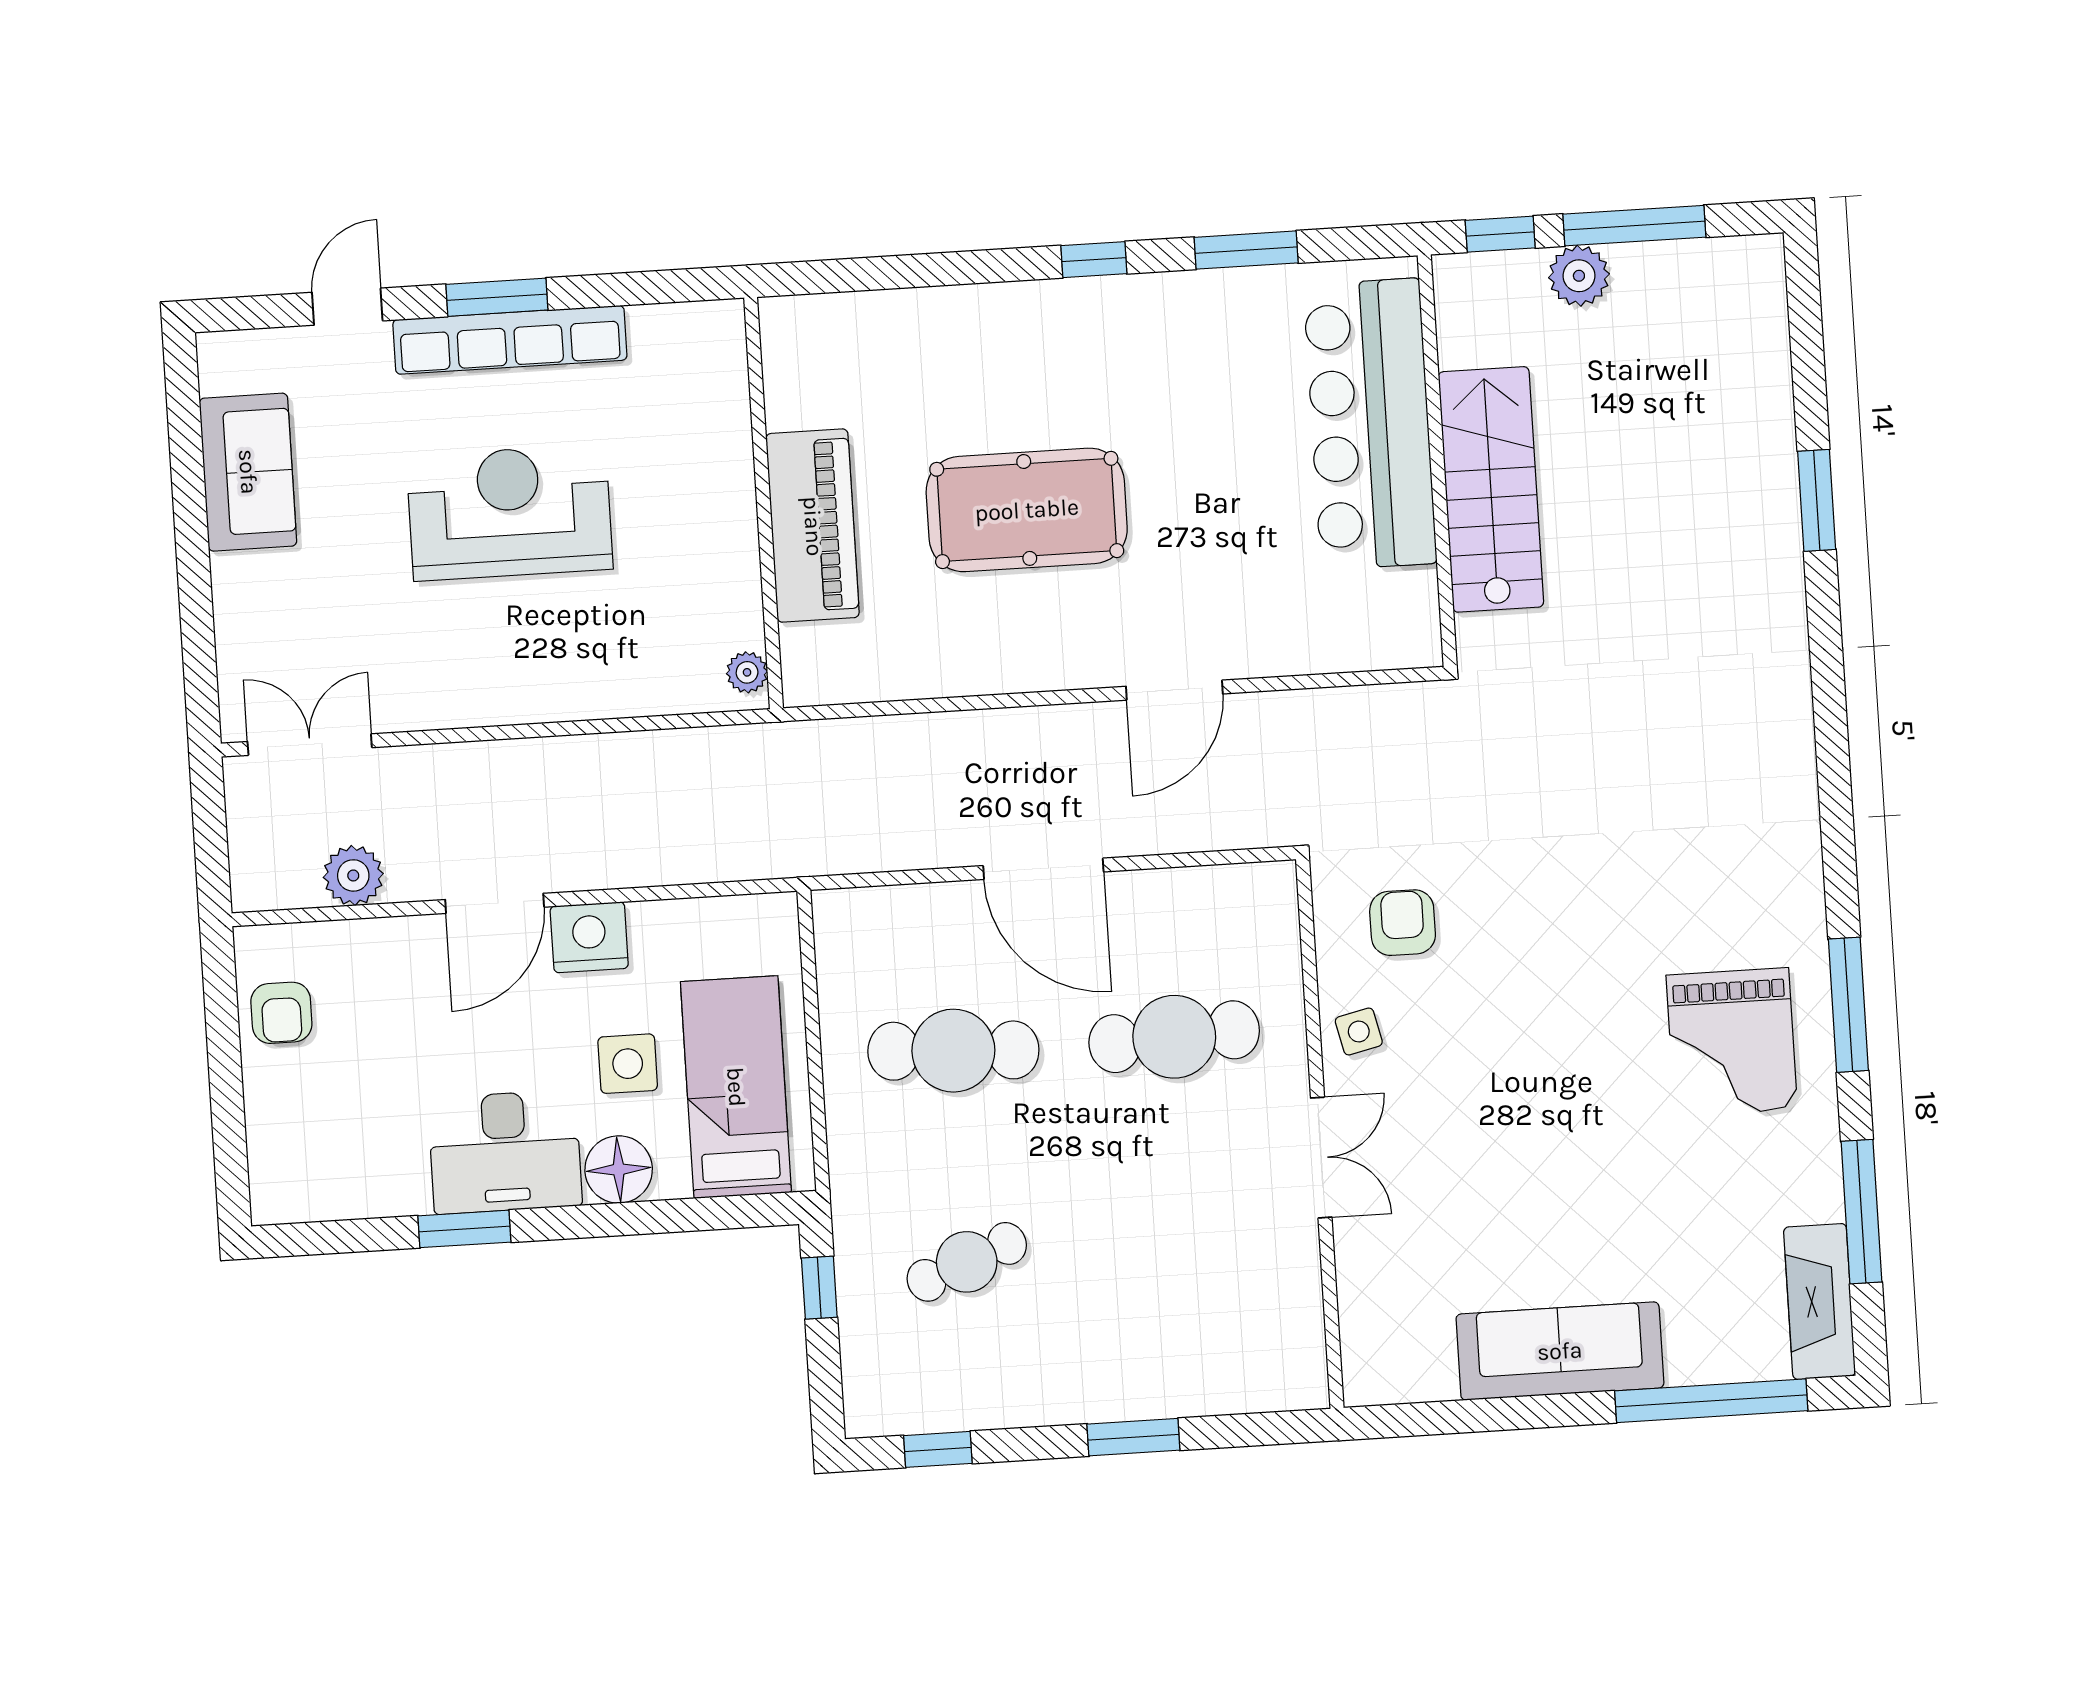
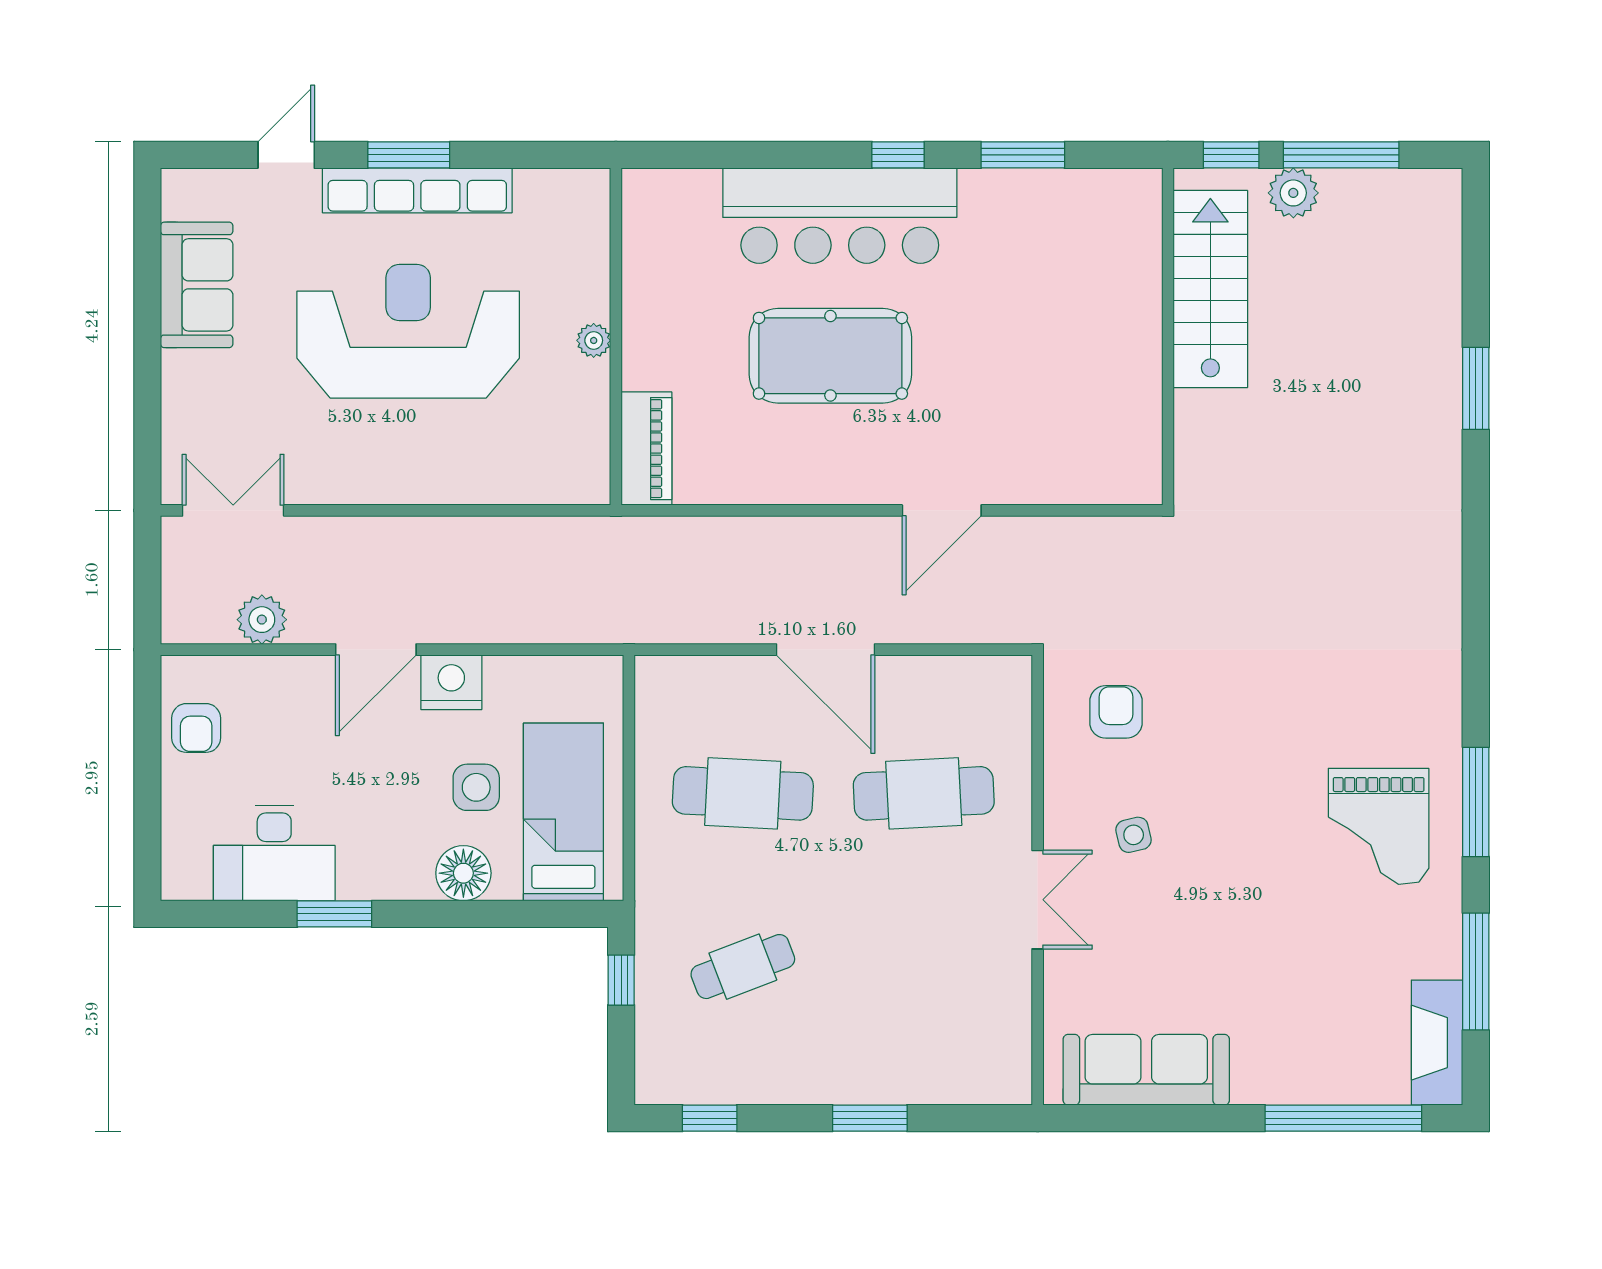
bar counter: (1370, 424) -> (840, 216), moved, turned -90
stairs: (1491, 489) -> (1210, 289), moved
reception desk: (510, 512) -> (408, 331), width x1.36, depth x1.30
piano: (813, 526) -> (646, 449), moved, width x0.73, depth x0.75
plant: (747, 672) -> (594, 340), moved
side table: (1359, 1031) -> (1134, 835), moved
desk: (505, 1152) -> (274, 853), moved
sofa: (1560, 1351) -> (1146, 1070), moved

